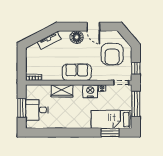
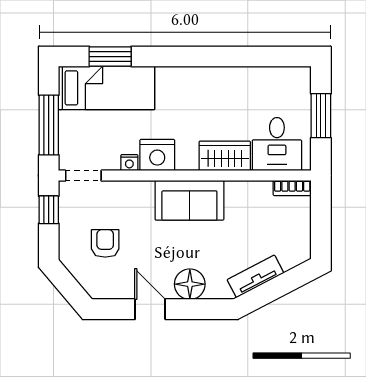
armchair: (112, 54) -> (105, 243), width x0.53, depth x0.53
desk: (37, 110) -> (277, 144), moved, turned 90

